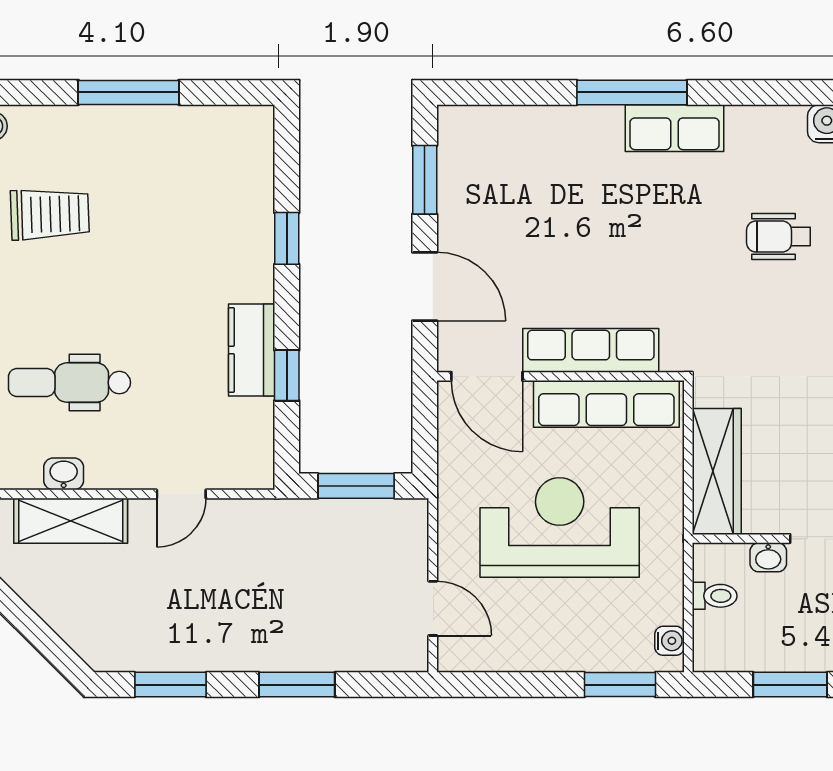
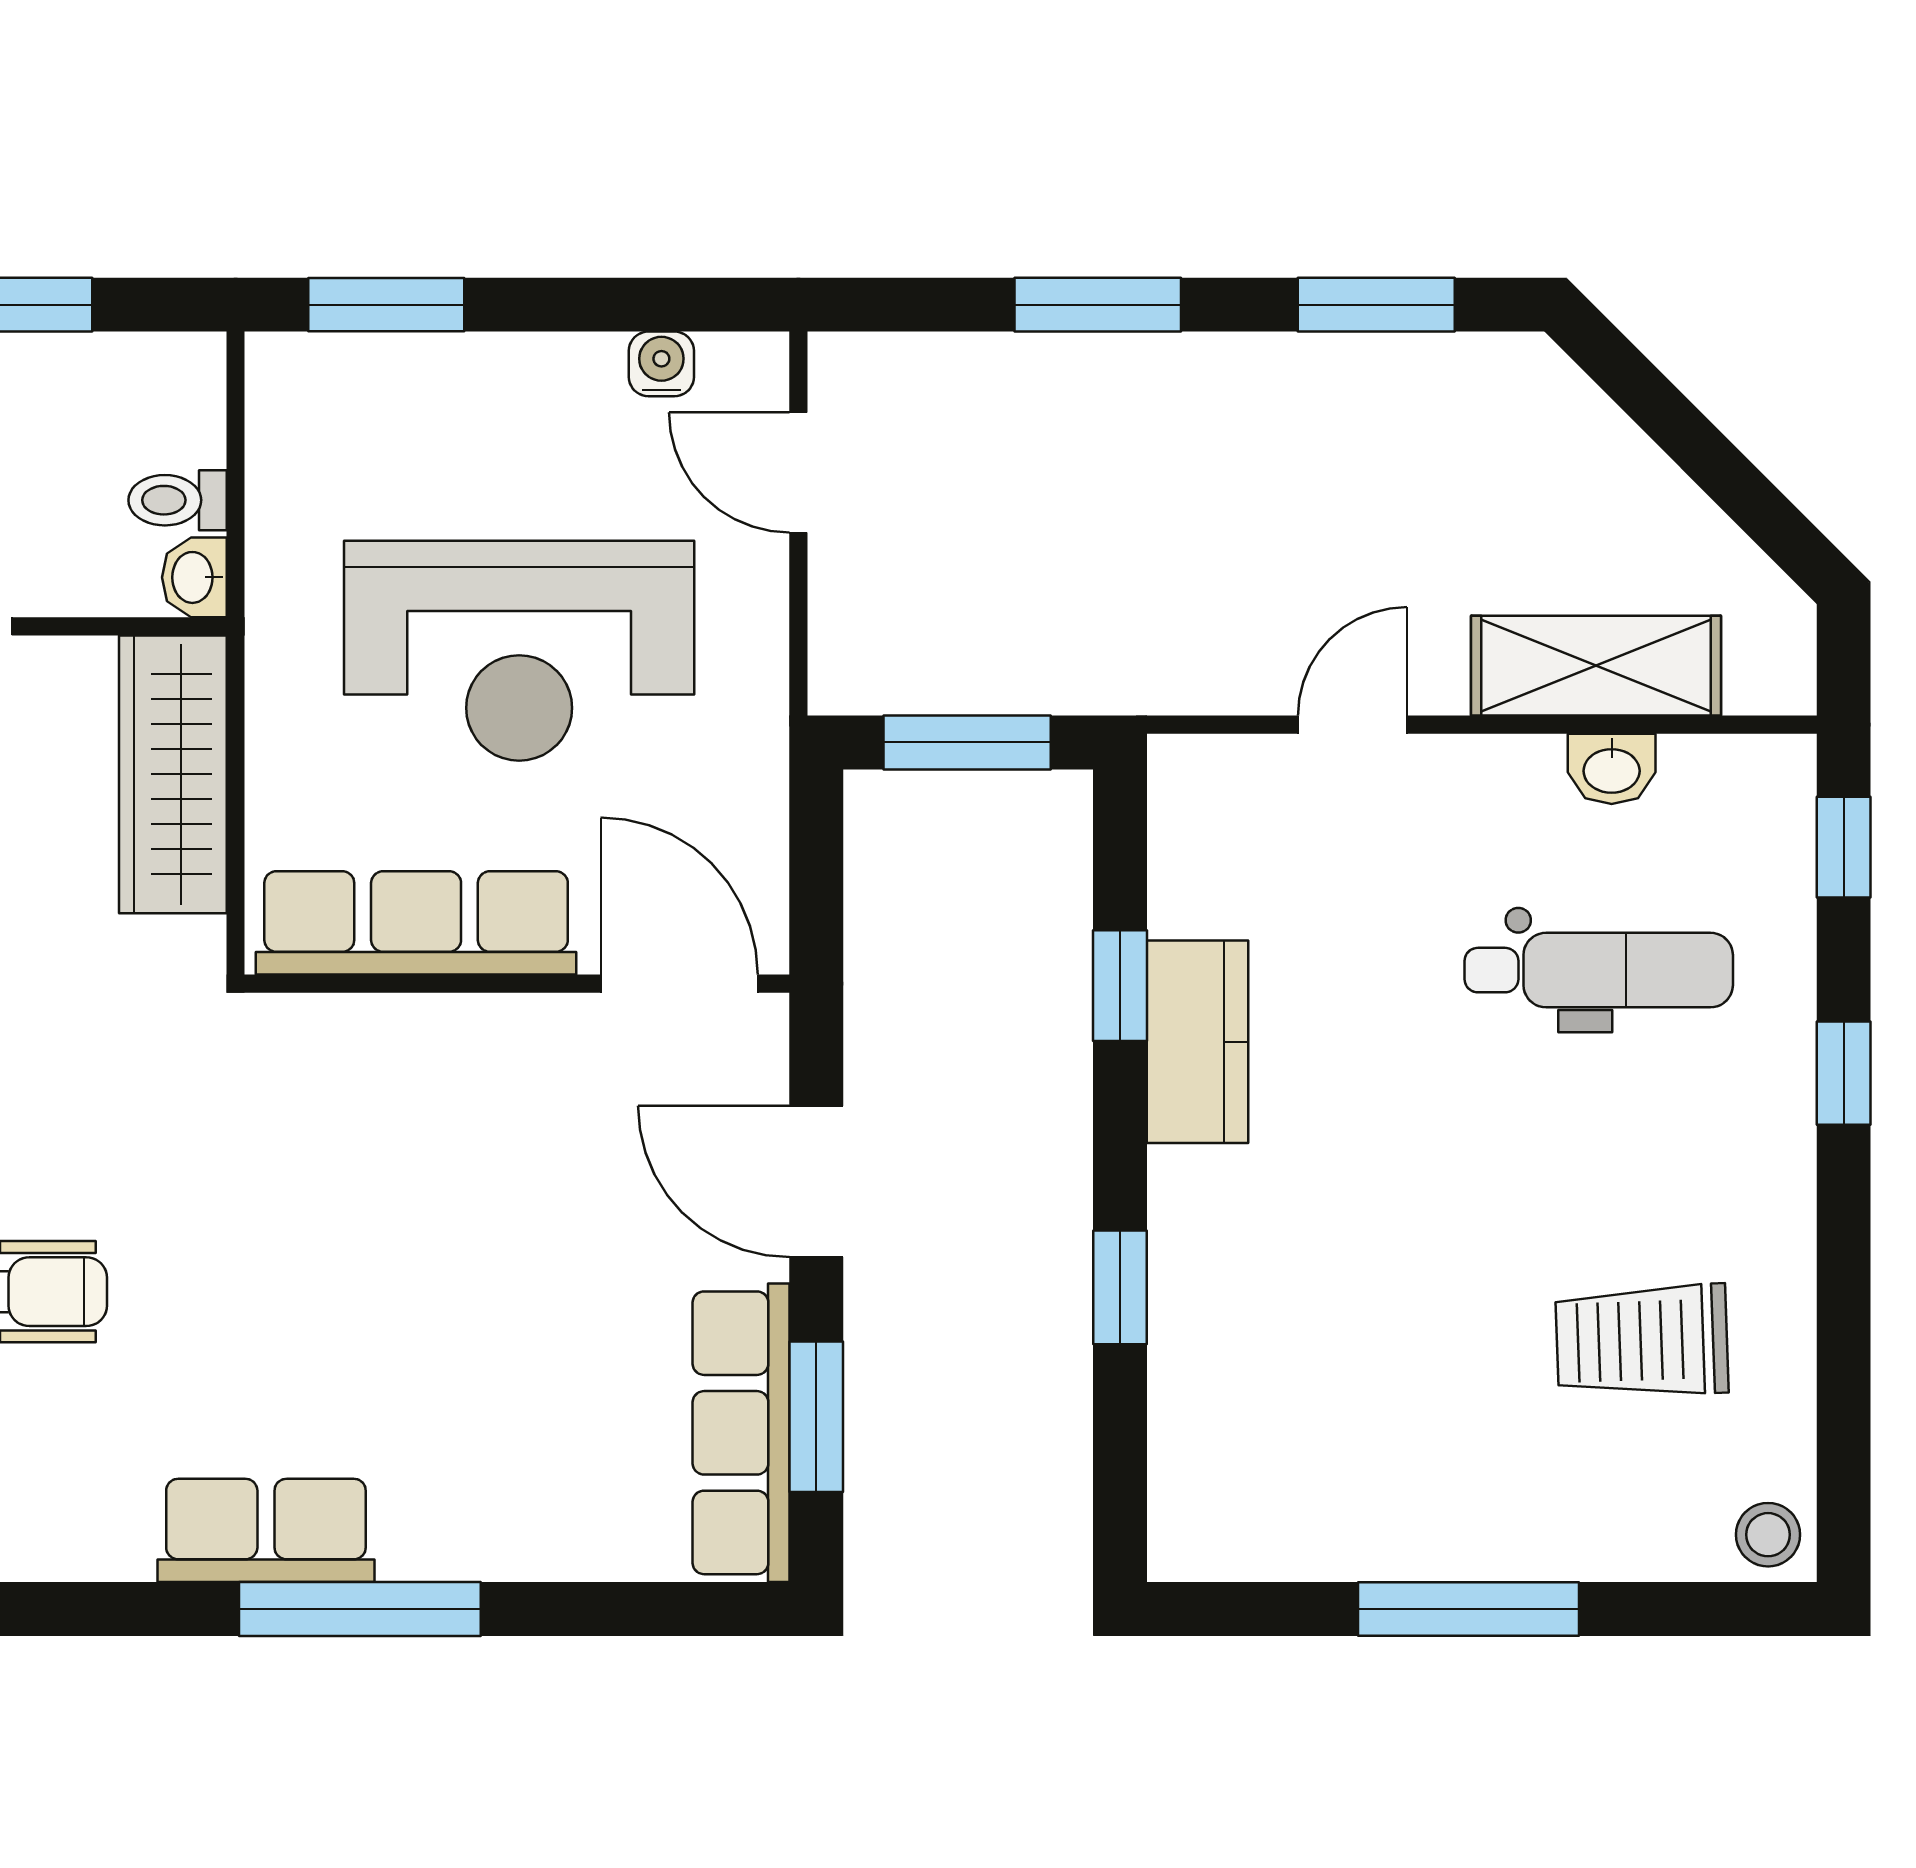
row of seats: (591, 350) -> (741, 1433), moved, turned 90
washbasin: (768, 557) -> (194, 577), moved, turned -90
water cooler: (670, 641) -> (661, 364), moved, turned 90

